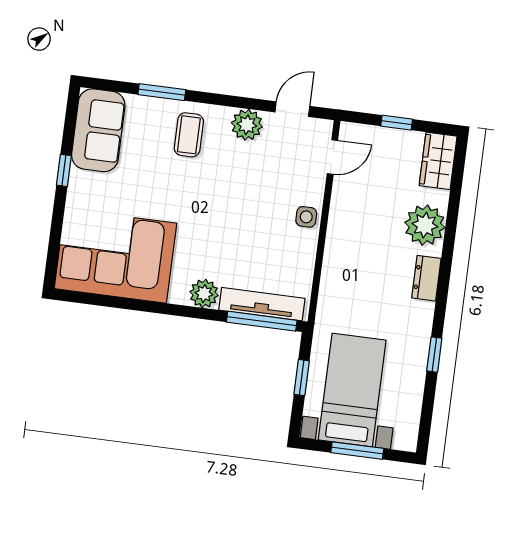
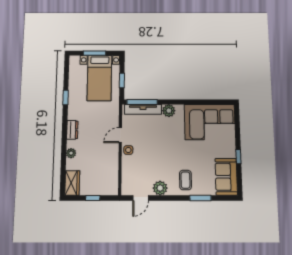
door: (332, 157) -> (120, 135), moved
plant: (425, 225) -> (71, 153), width x0.53, depth x0.53

